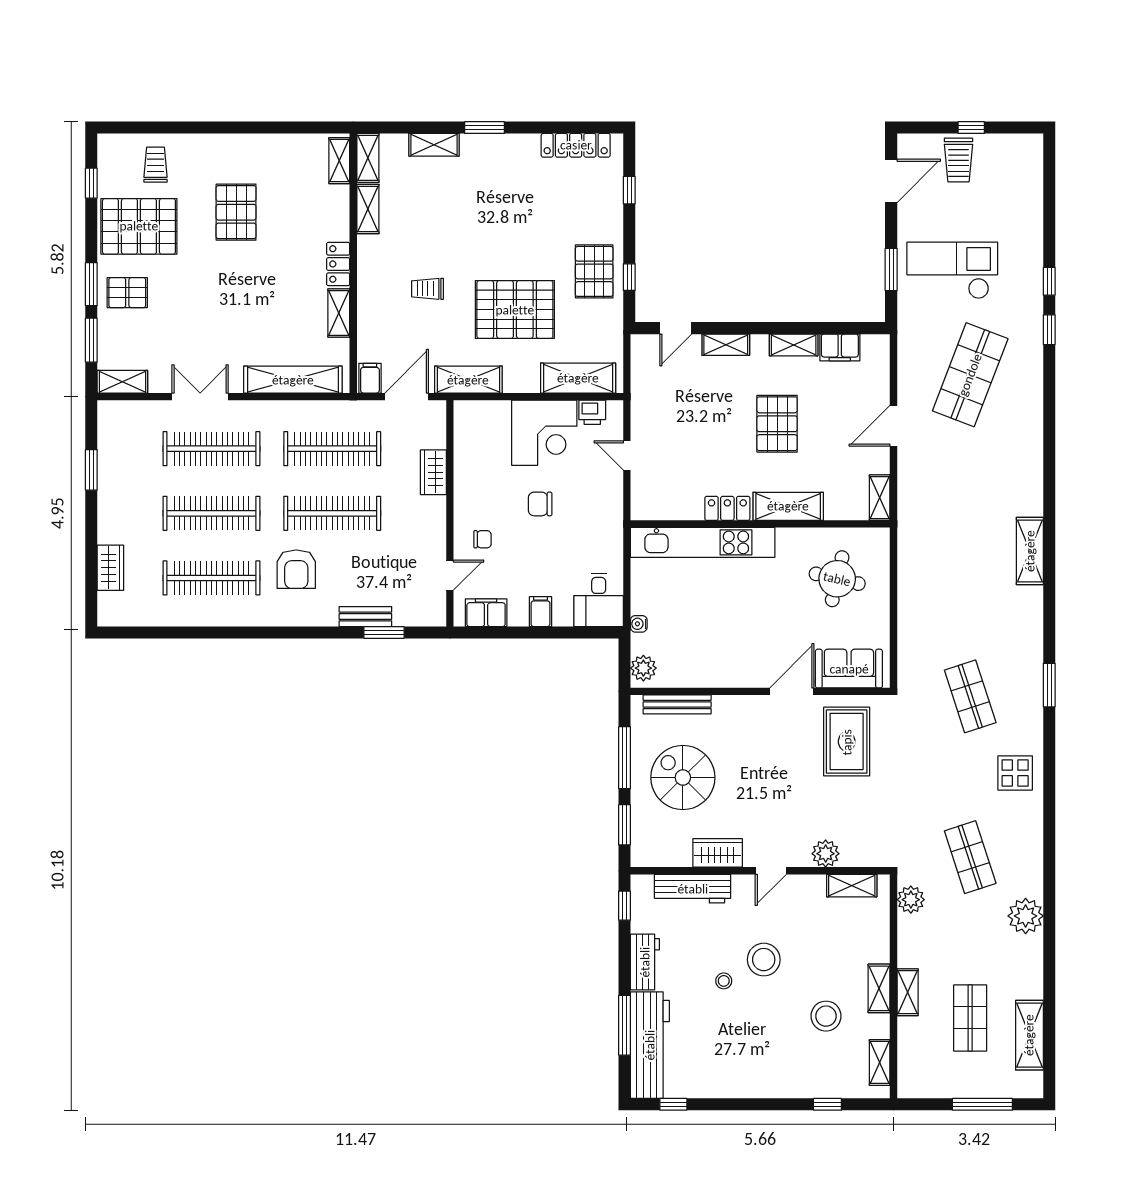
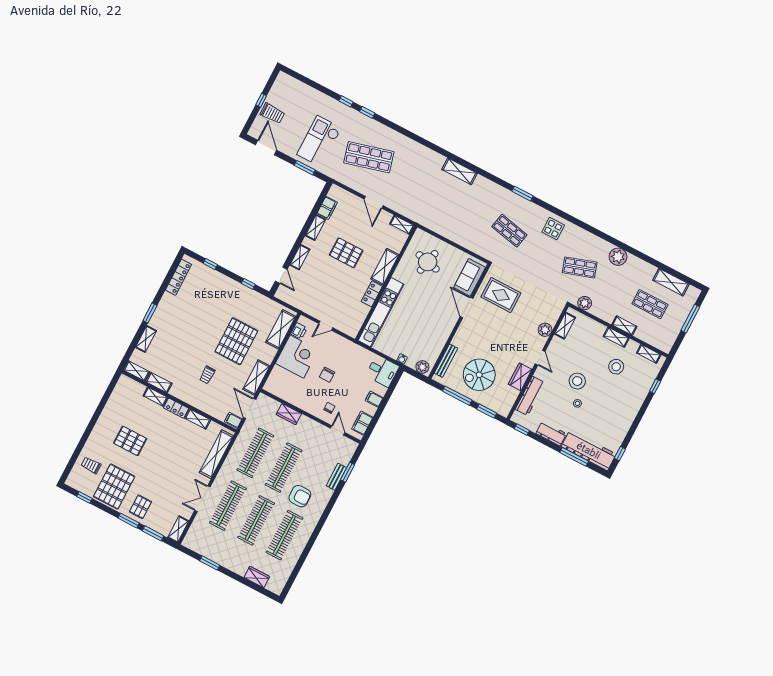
shelving: (339, 161) -> (155, 397), moved
pallet: (594, 271) -> (238, 298), removed
shop shelf: (970, 375) -> (369, 157), turned -36
shop shelf: (970, 696) -> (509, 231), turned 30

